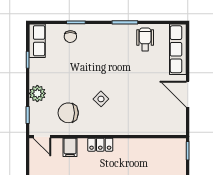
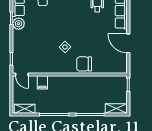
plant: (37, 93) -> (19, 24), moved
chair: (68, 113) -> (84, 64), moved
locker: (100, 145) -> (65, 80), removed

